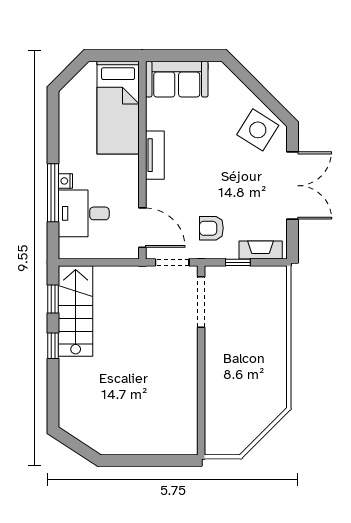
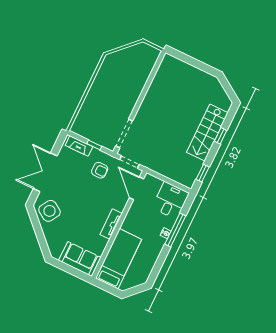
desk: (84, 213) -> (170, 201), moved, turned -90
stairs: (76, 311) -> (207, 133), moved
window: (53, 346) -> (221, 136), moved

